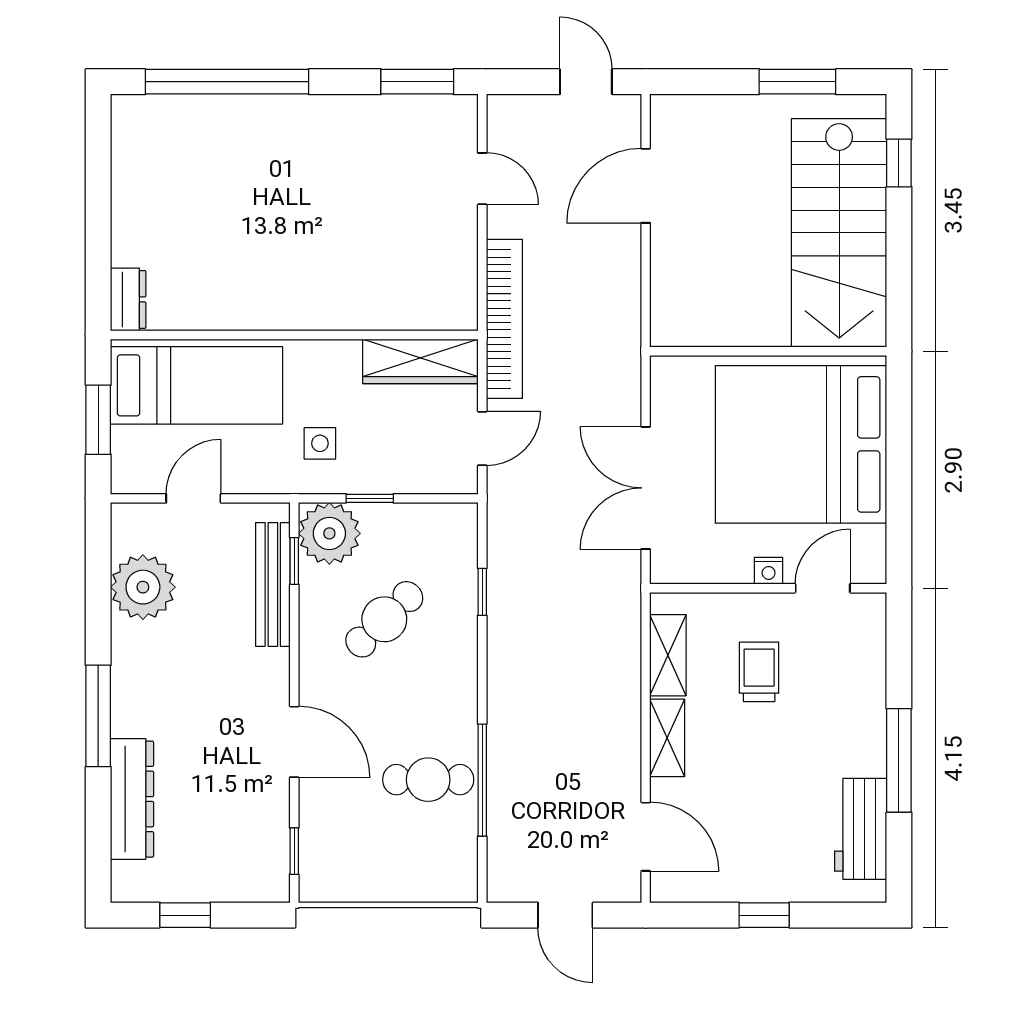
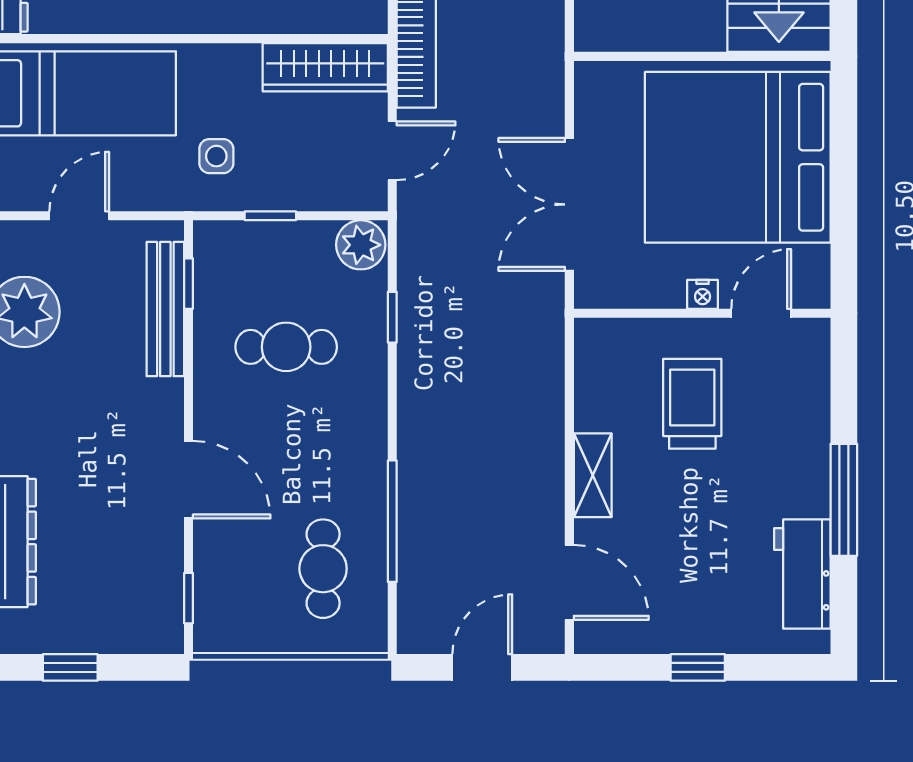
plant: (329, 533) -> (361, 245), moved, width x0.73, depth x0.73
cafe table: (384, 619) -> (286, 347), turned 44
shelving: (668, 655) -> (594, 386), removed
trolley: (759, 672) -> (692, 404), width x1.36, depth x1.39
cafe table: (428, 780) -> (323, 569), moved, turned 90
door: (565, 915) -> (482, 667), swing flipped

